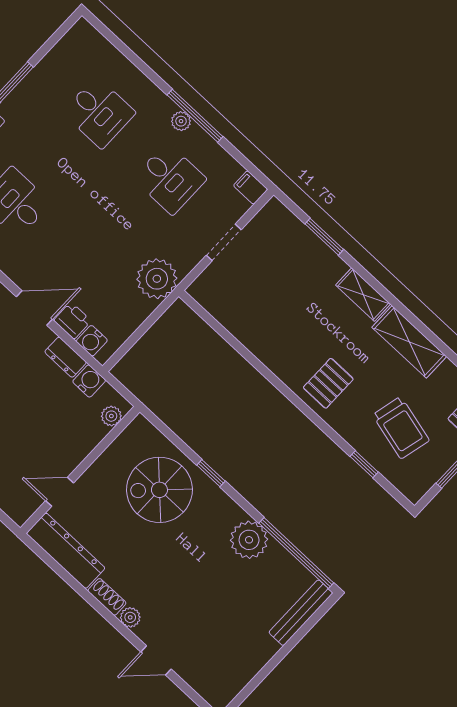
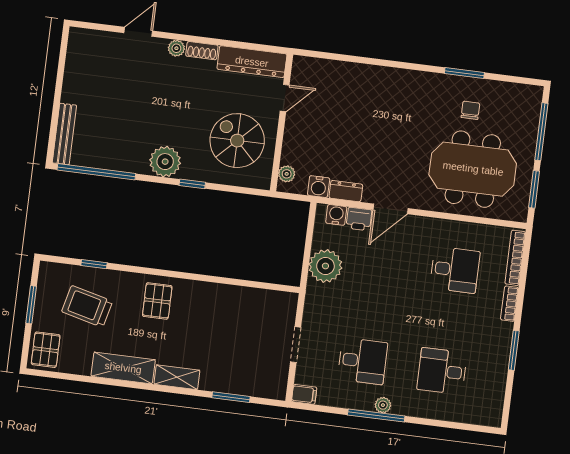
desk: (170, 179) -> (363, 361), turned 180
plant: (157, 279) -> (325, 266), moved
spiral stairs: (159, 490) -> (237, 141), moved, turned -90
plant: (249, 540) -> (165, 162), moved

